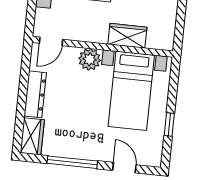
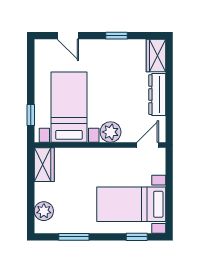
wardrobe: (127, 36) -> (44, 165), moved, turned -90
window: (169, 124) -> (31, 115), moved
window: (72, 162) -> (116, 36), width x0.46

